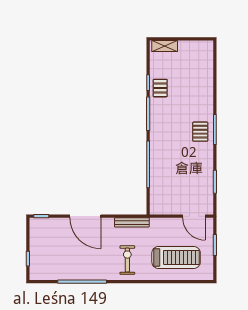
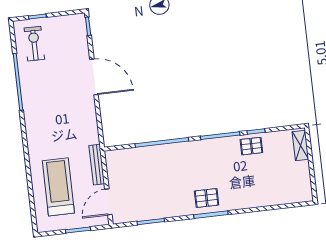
door: (85, 216) -> (94, 77), swing flipped
bench: (132, 222) -> (97, 165), moved
treadmill: (176, 257) -> (58, 187), turned 180
exercise bike: (127, 260) -> (34, 44), moved, turned -90

